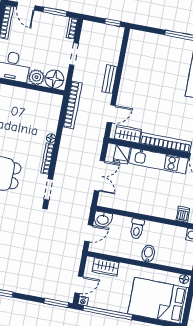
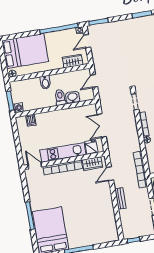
washbasin: (103, 219) -> (73, 97), moved

